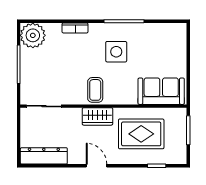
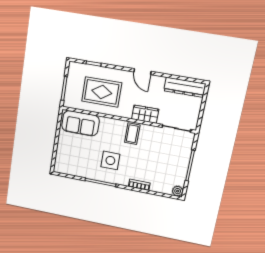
plant: (33, 35) -> (178, 191), width x0.53, depth x0.53
wardrobe: (97, 116) -> (145, 114), moved

